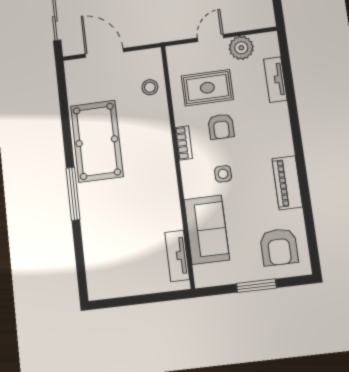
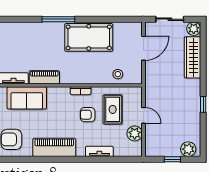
tv unit: (275, 80) -> (99, 151), moved
side table: (223, 174) -> (59, 112), removed
piano: (287, 183) -> (54, 147), width x1.37, depth x1.33
piano: (169, 205) -> (44, 77), added

